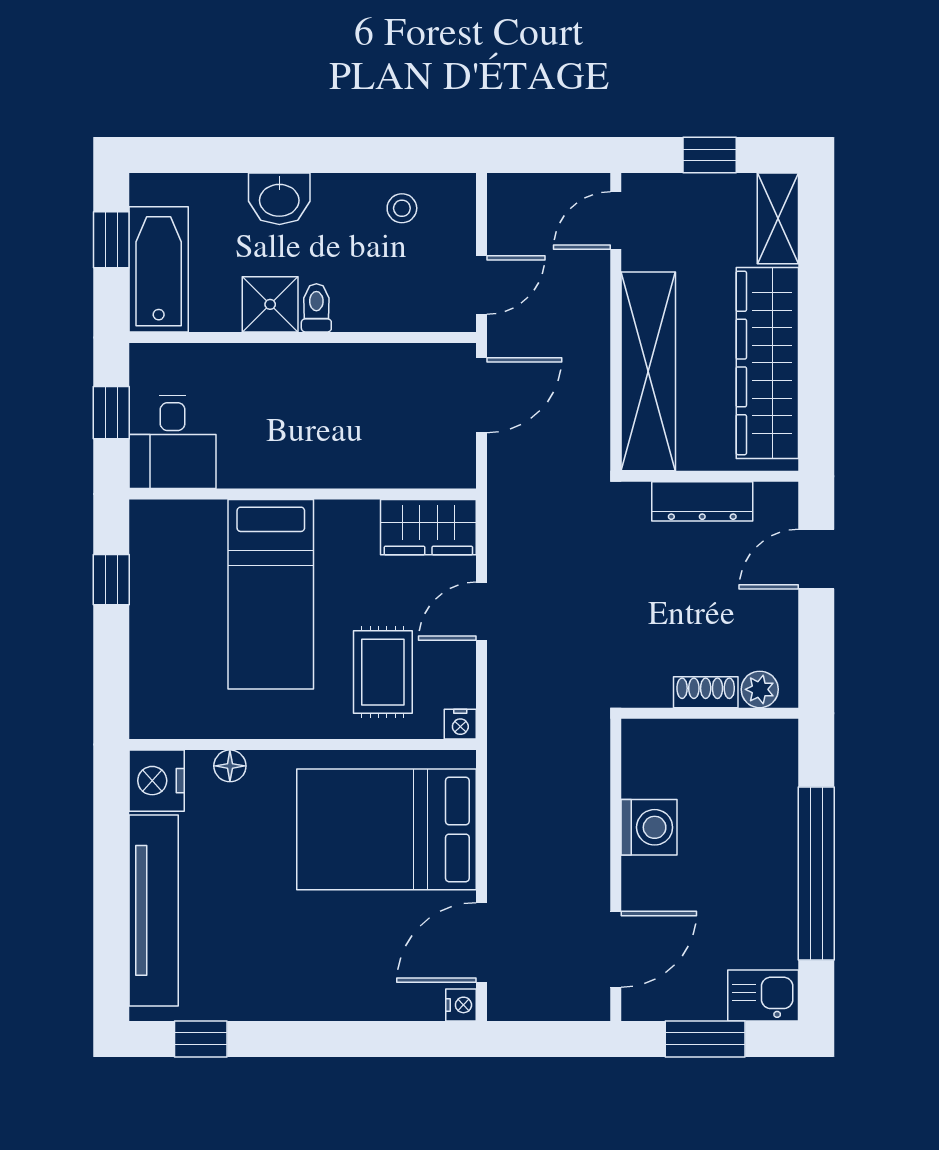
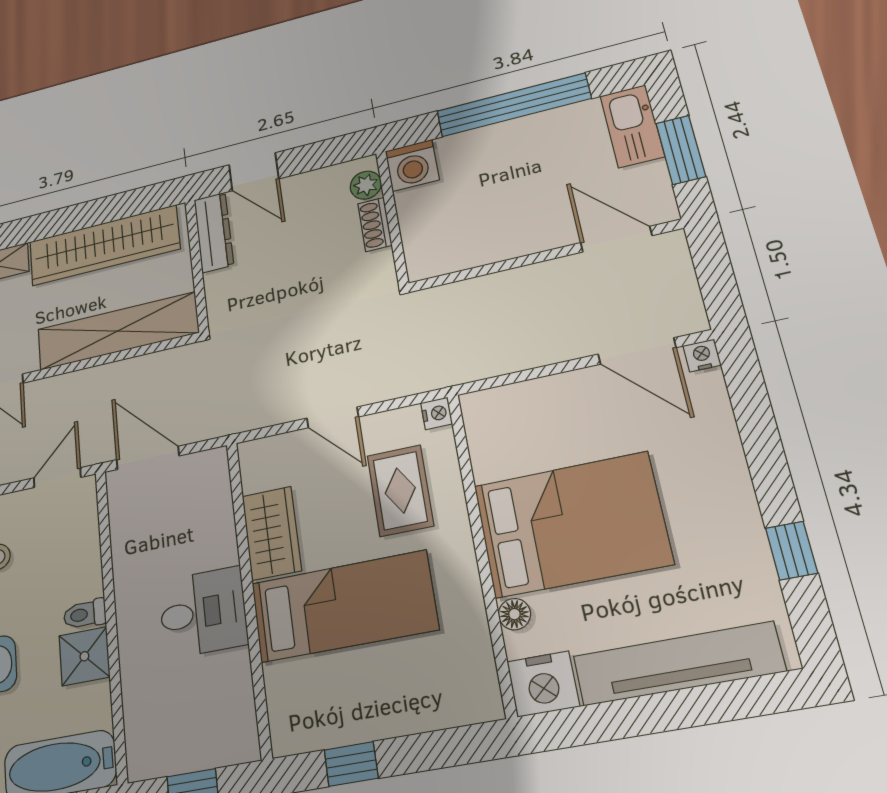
door: (482, 285) -> (57, 478), hinge flipped
desk: (173, 442) -> (203, 612), moved
dresser: (702, 501) -> (214, 232), moved
wardrobe: (428, 527) -> (272, 533), moved
rug: (383, 672) -> (400, 491), turned 90
washing machine: (649, 827) -> (412, 165), moved, turned 180
bed: (387, 829) -> (572, 524), moved, turned -90
kitchen sink: (763, 995) -> (632, 126), width x1.38
window: (201, 1039) -> (791, 551), moved

